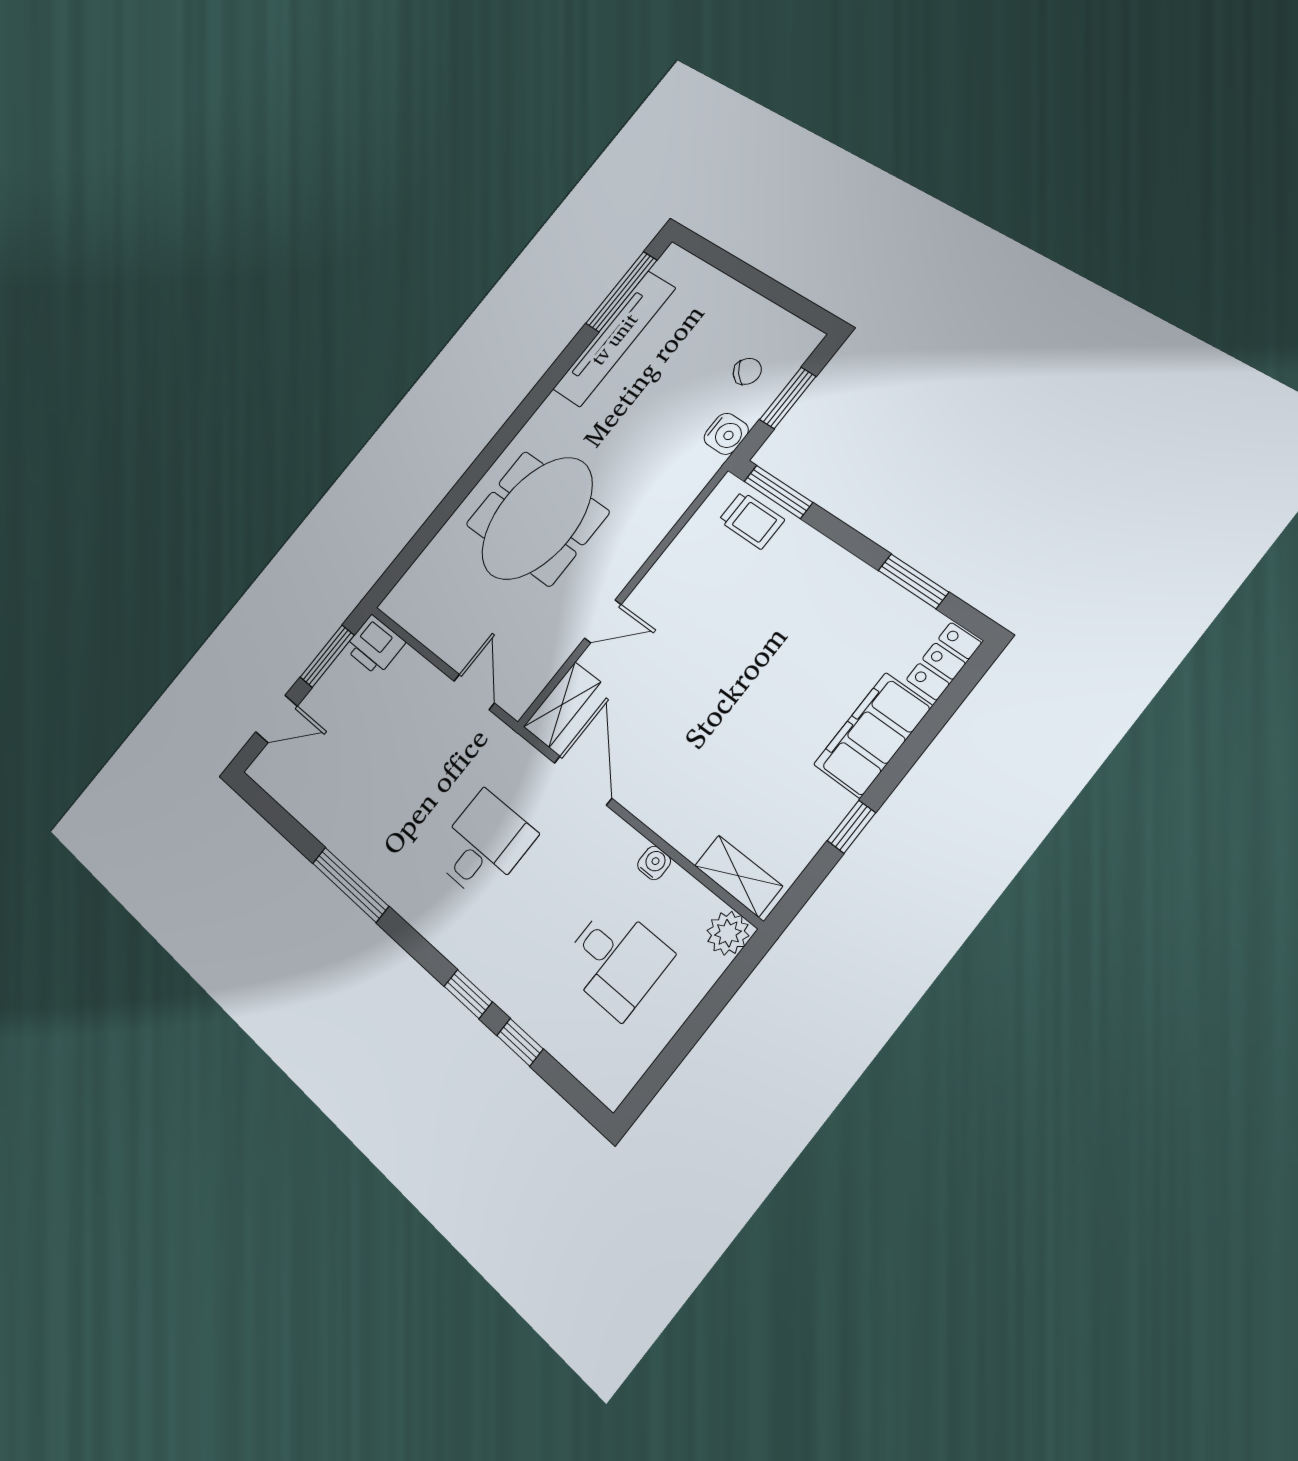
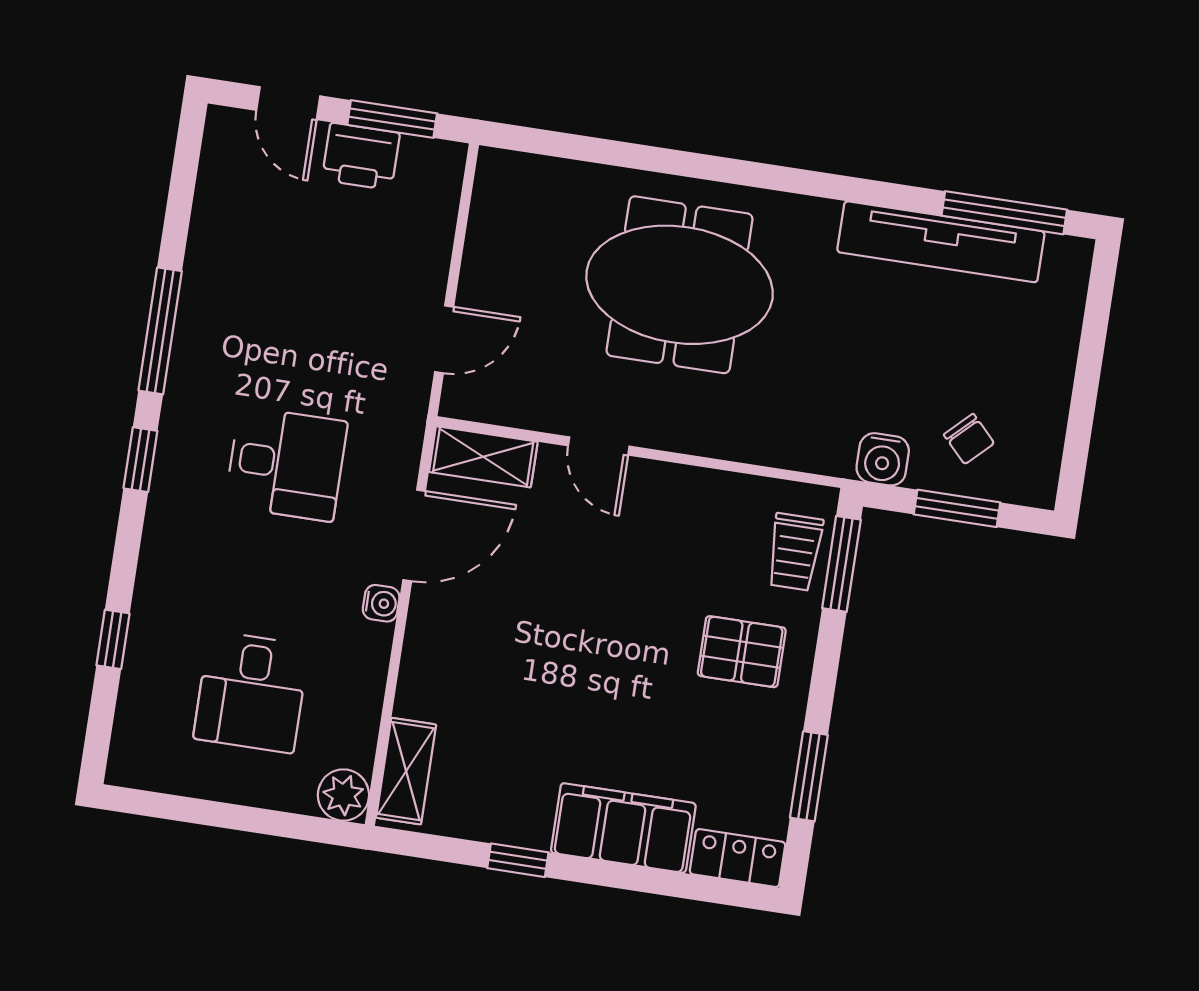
pallet: (797, 588) -> (742, 652), added
printer: (375, 645) -> (361, 156), moved, turned -90
water cooler: (654, 863) -> (381, 603), moved
window: (468, 994) -> (140, 460), moved

